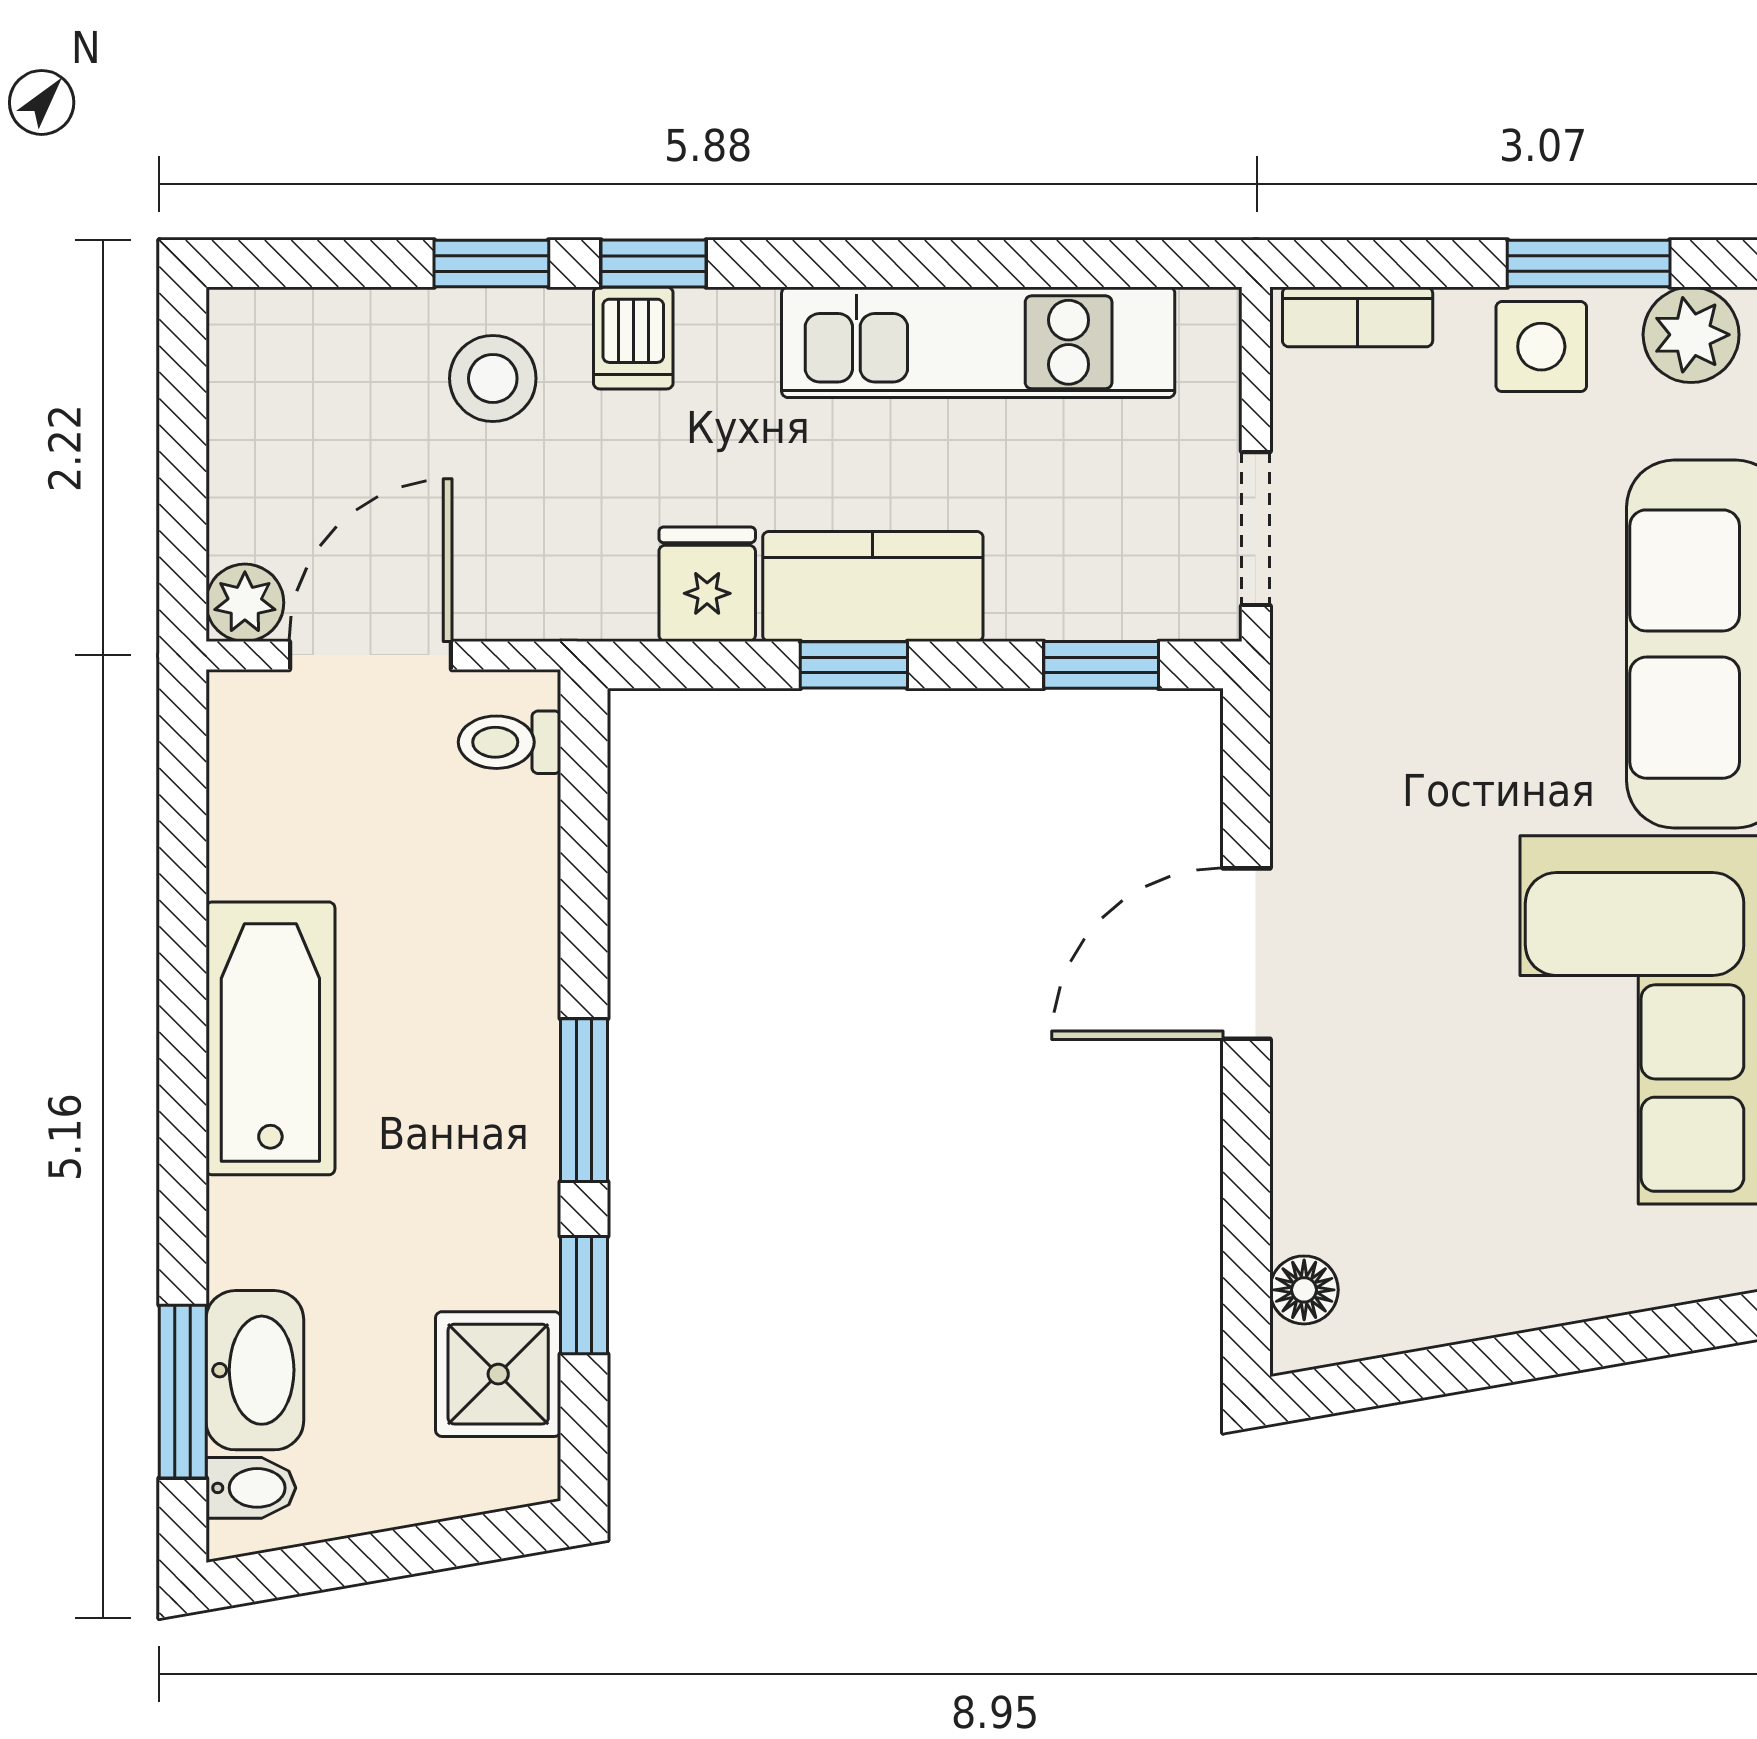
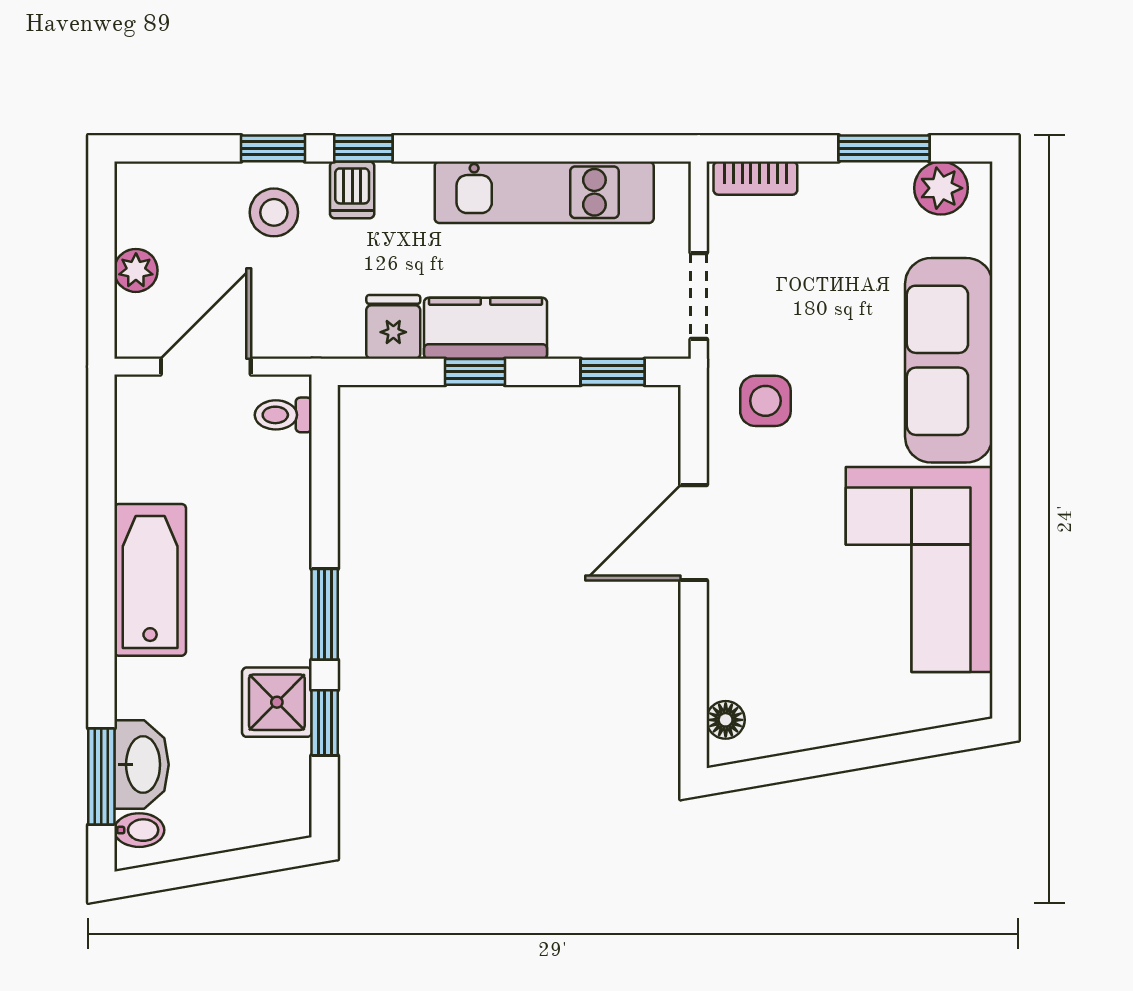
side table: (1541, 347) -> (765, 401), moved
plant: (245, 603) -> (136, 270), moved
shower: (498, 1374) -> (277, 702), moved

